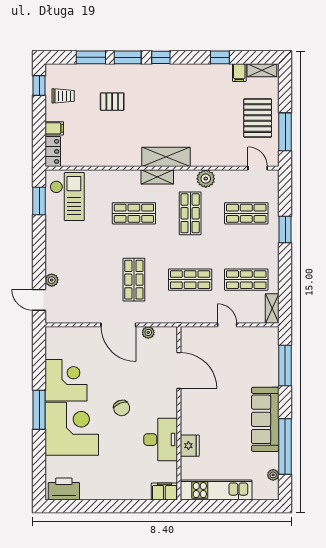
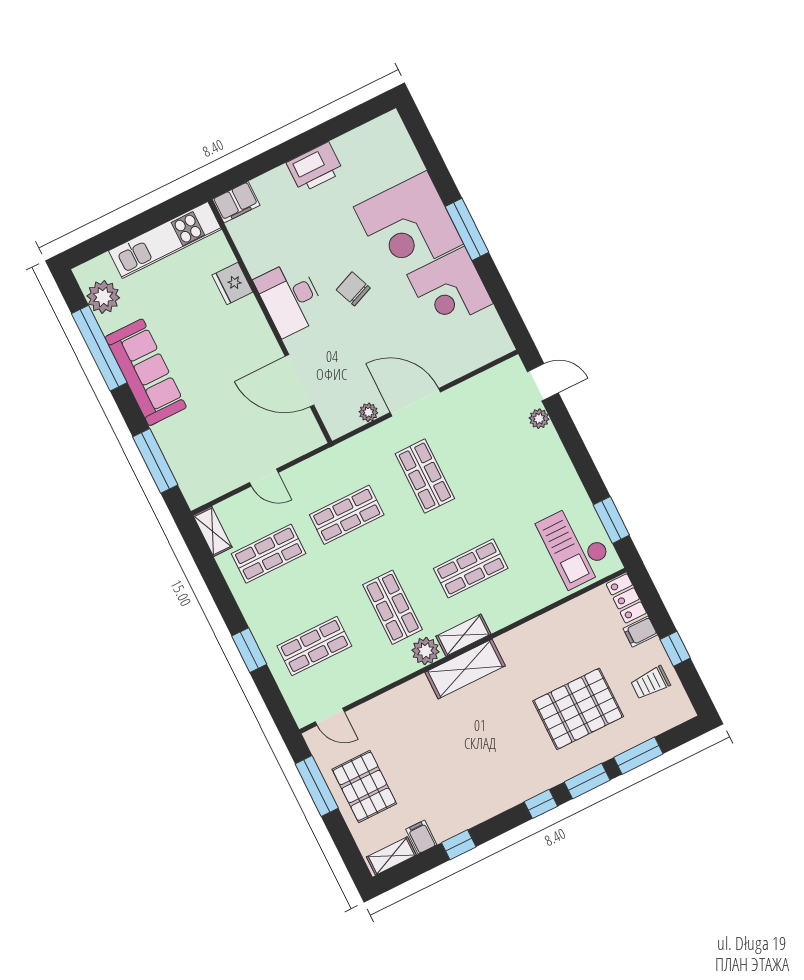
window: (39, 86) -> (675, 649), moved
pallet: (112, 102) -> (578, 709), width x2.05, depth x2.00
plant: (206, 179) -> (426, 651), moved
desk: (161, 440) -> (290, 298), moved
plant: (273, 475) -> (103, 297), width x1.88, depth x1.88
printer: (64, 489) -> (315, 167), moved

